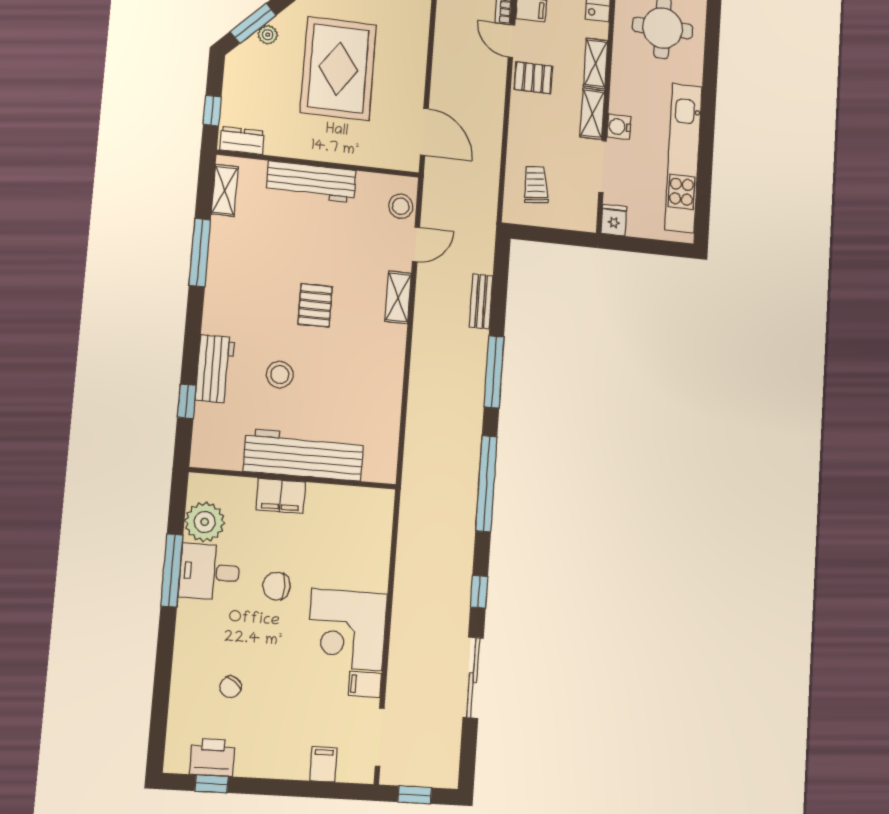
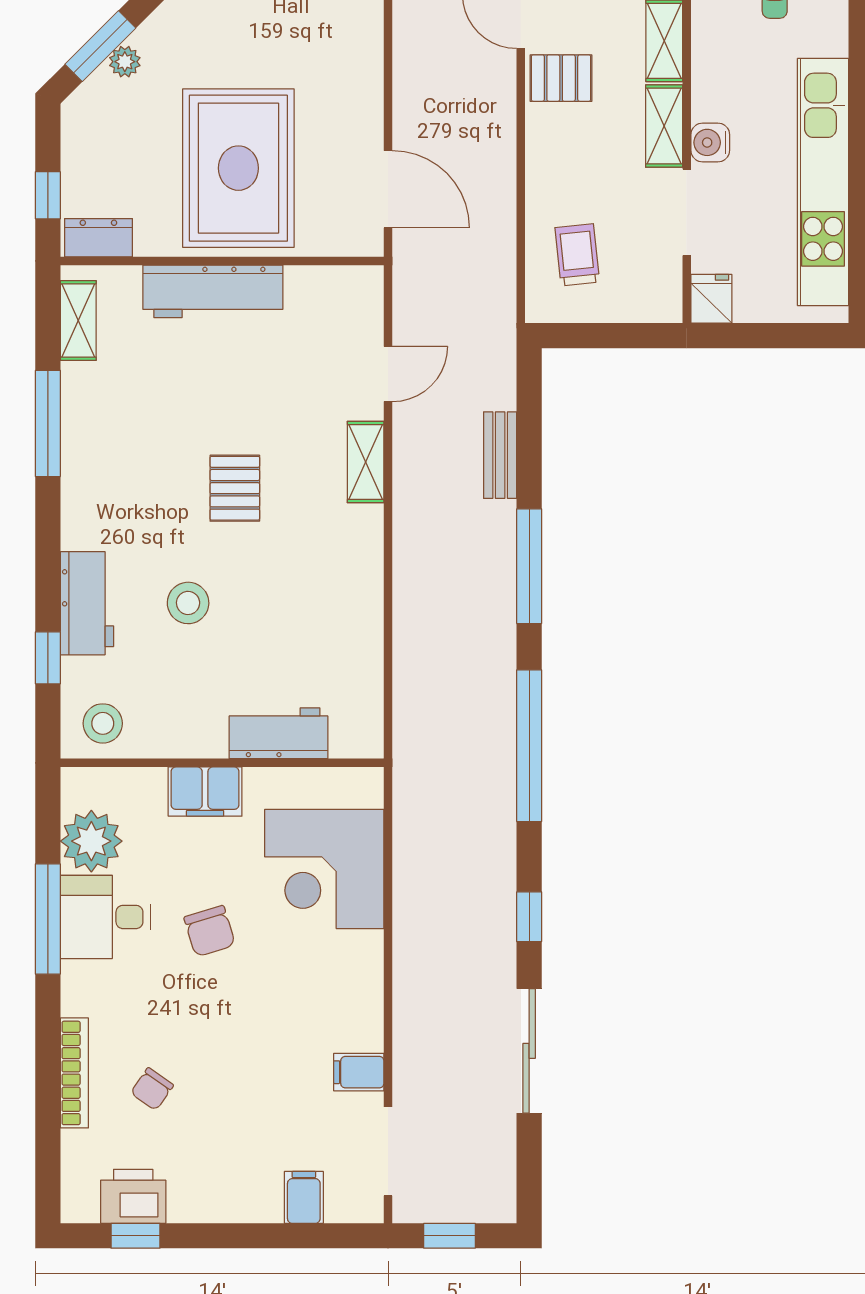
rug: (338, 69) -> (238, 168), moved
stool: (401, 206) -> (103, 723), moved
workbench: (304, 455) -> (278, 733), width x0.53, depth x0.76
chair: (276, 586) -> (210, 931), turned -107
corner desk: (347, 630) -> (324, 869), moved
bookcase: (181, 673) -> (74, 1073), added

